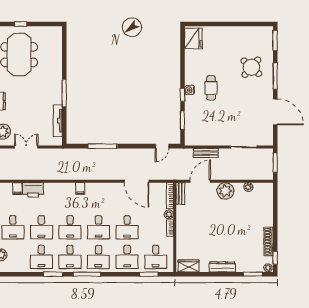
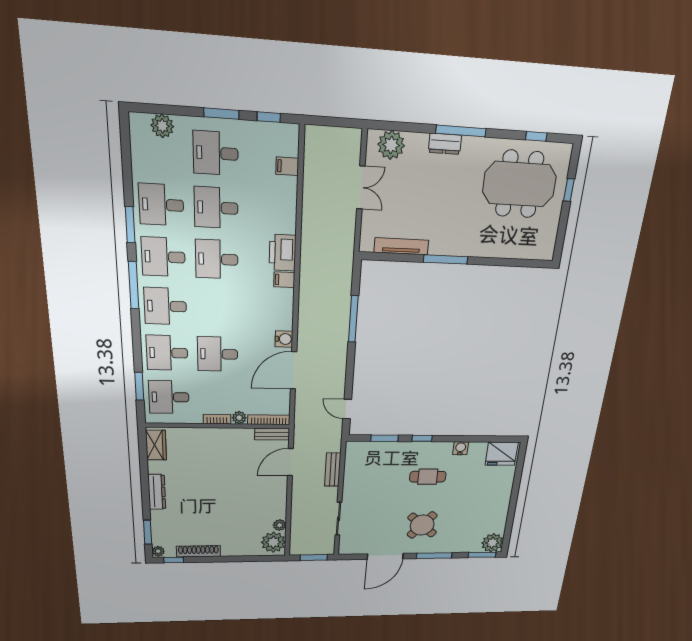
plant: (265, 34) -> (492, 543), added
round table: (251, 67) -> (422, 525), moved
water cooler: (189, 90) -> (461, 448), moved
door: (200, 181) -> (290, 462), swing flipped
water cooler: (116, 188) -> (284, 339), added
printer: (33, 190) -> (283, 253), moved
plant: (225, 191) -> (273, 542), moved
desk: (99, 227) -> (217, 308), removed

